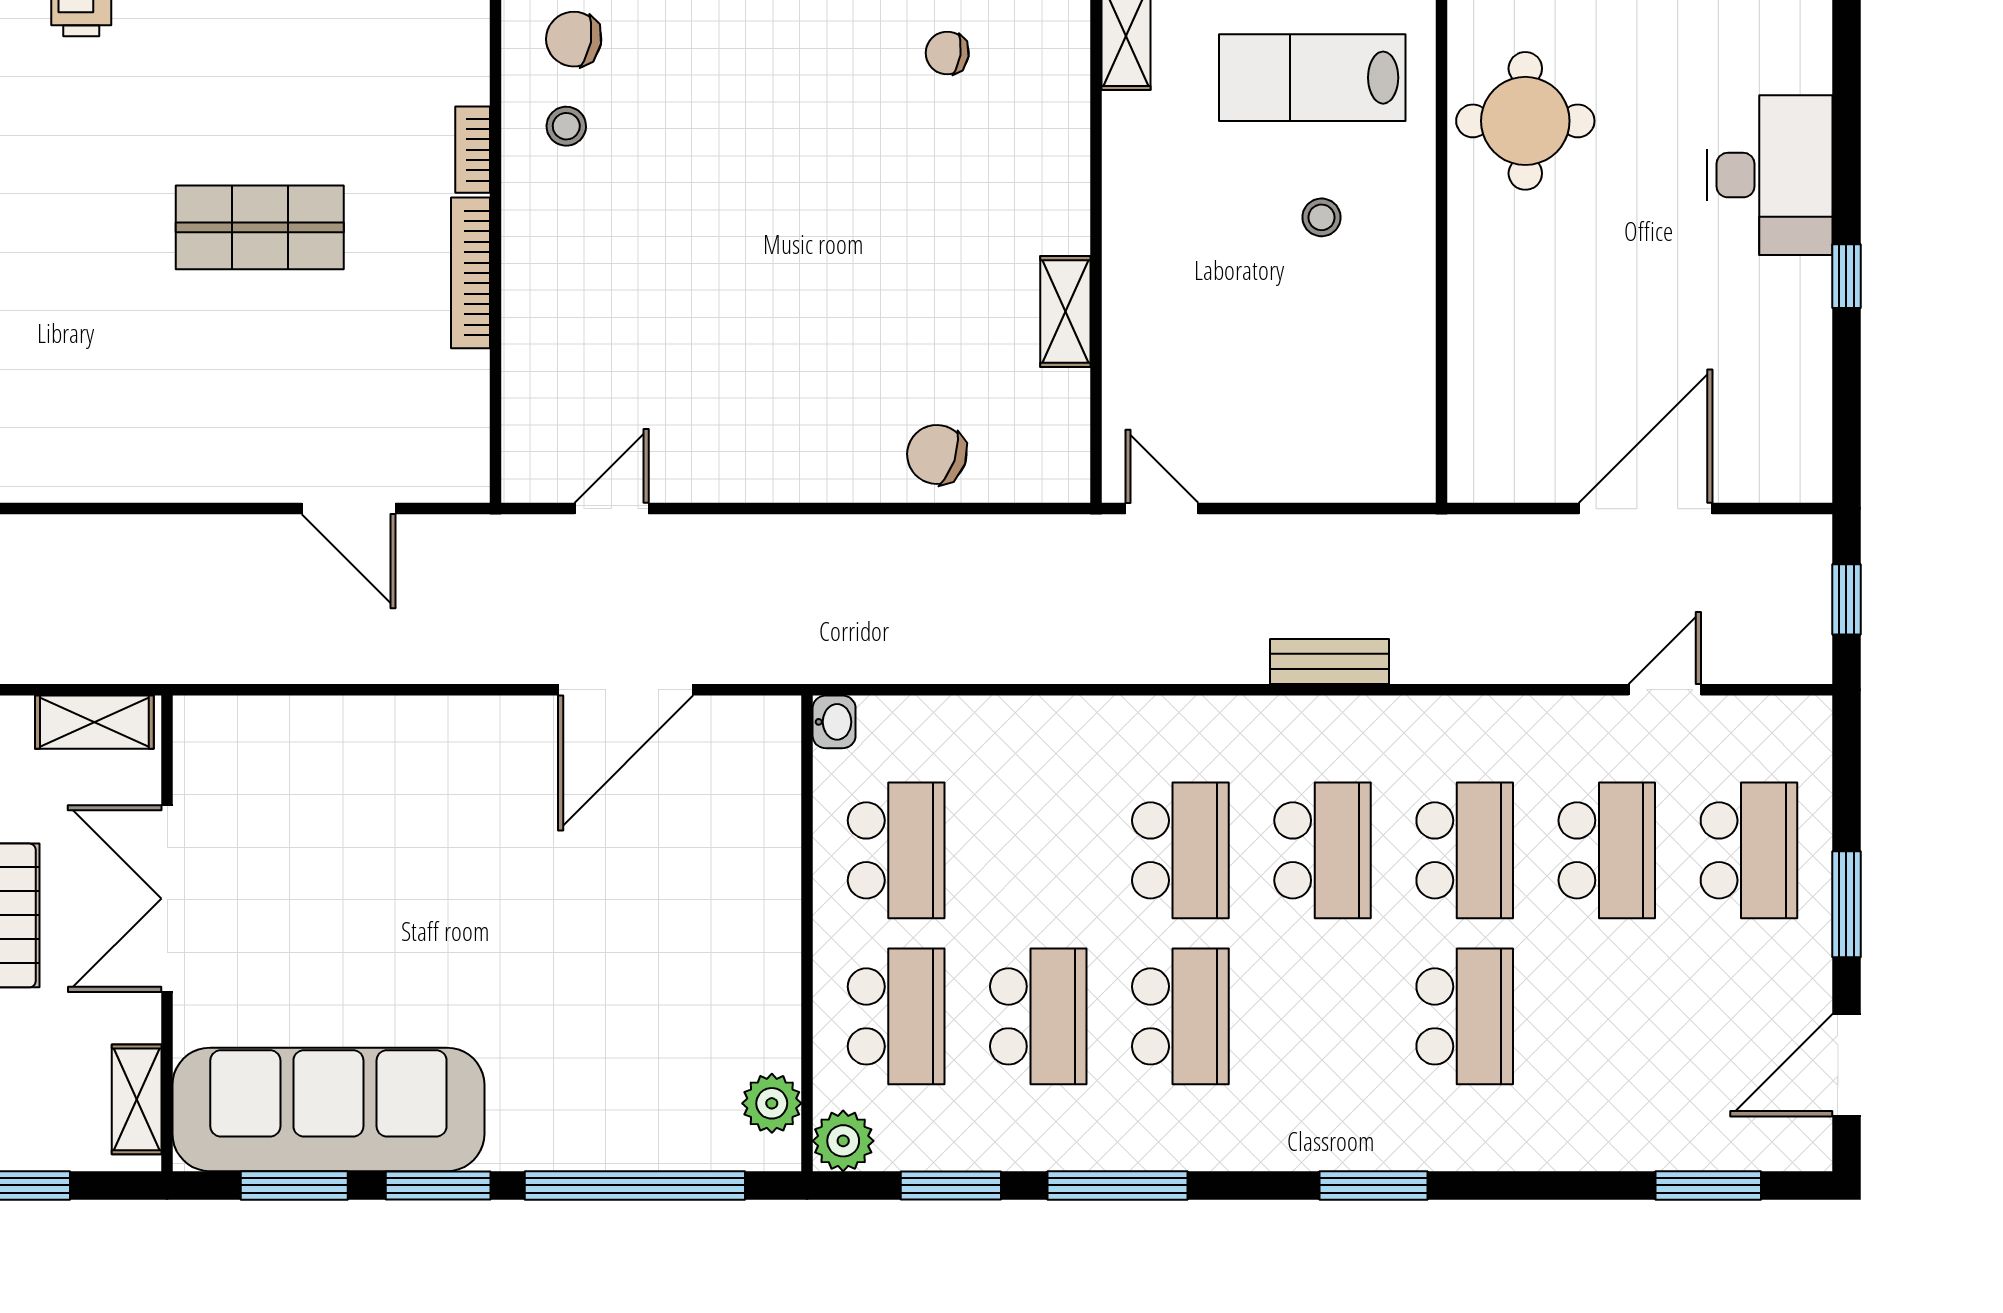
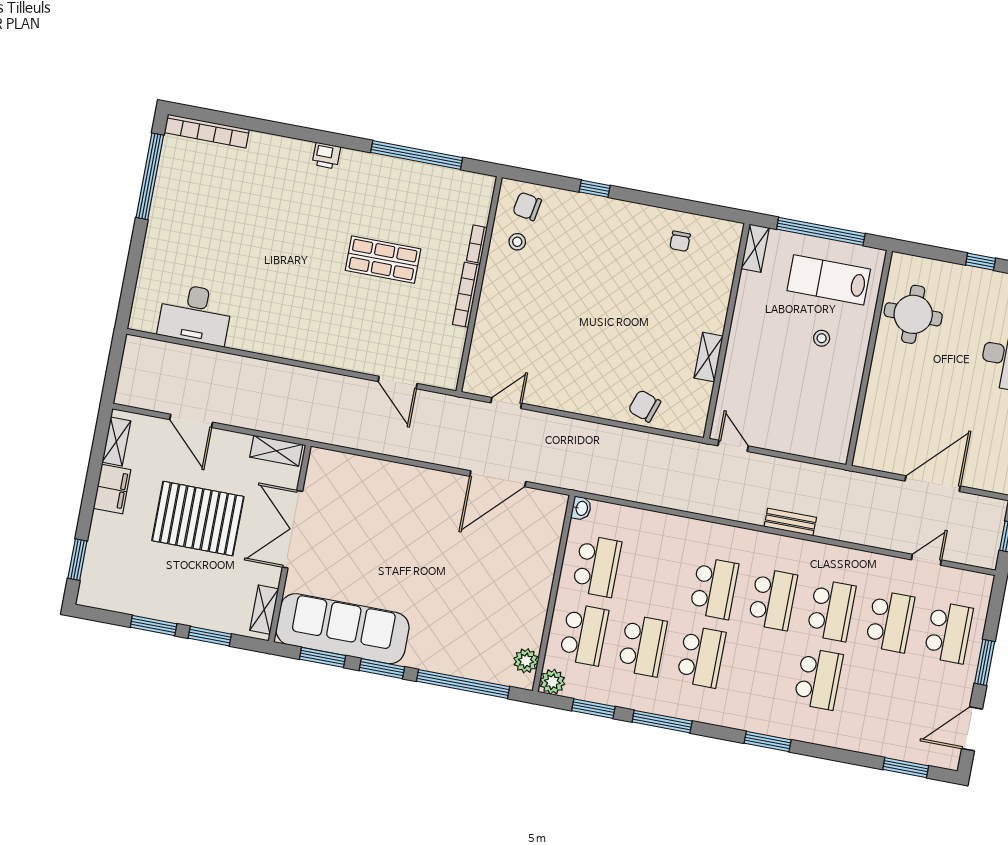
chair: (947, 53) -> (680, 241), turned -99

